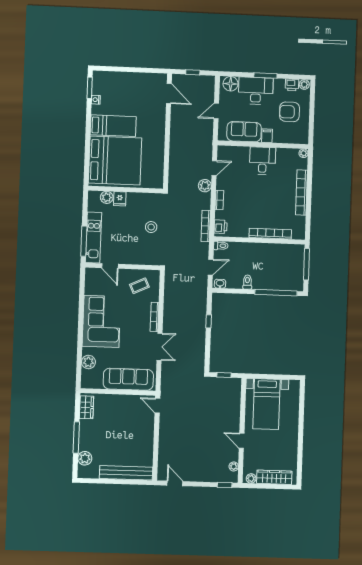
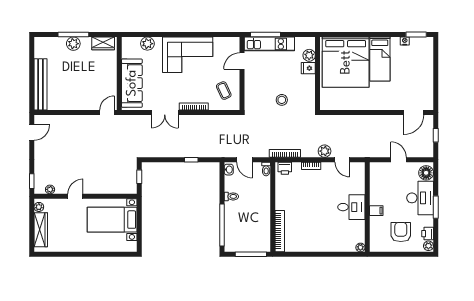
sofa: (244, 132) -> (379, 188), removed
bookcase: (302, 192) -> (322, 247), removed
bookcase: (270, 234) -> (280, 231), moved
plant: (85, 458) -> (73, 44), moved

